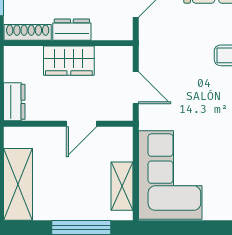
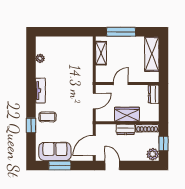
door: (136, 88) -> (94, 101), swing flipped
corner sofa: (170, 175) -> (78, 59), removed

